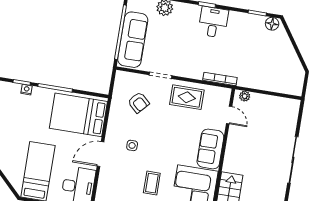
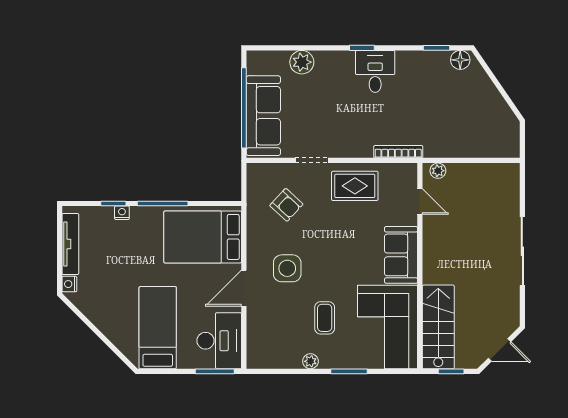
side table: (132, 145) -> (287, 268), width x1.87, depth x1.87

